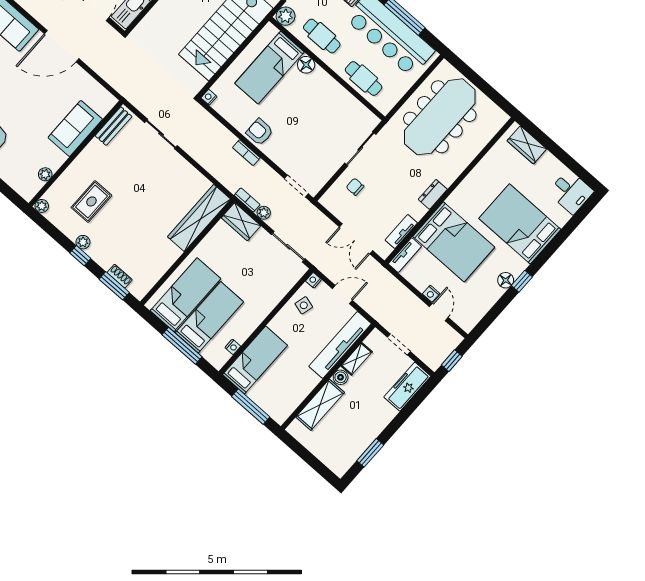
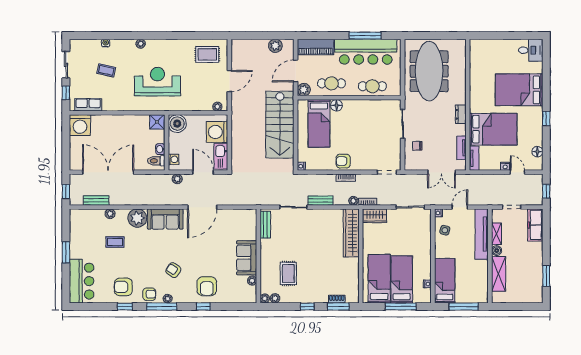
sofa: (75, 128) -> (247, 258), moved
wardrobe: (527, 145) -> (487, 46), removed
bench: (197, 153) -> (320, 201), added
plant: (264, 213) -> (353, 201), moved
plant: (83, 242) -> (275, 298), moved
floor lamp: (506, 280) -> (537, 152), moved

